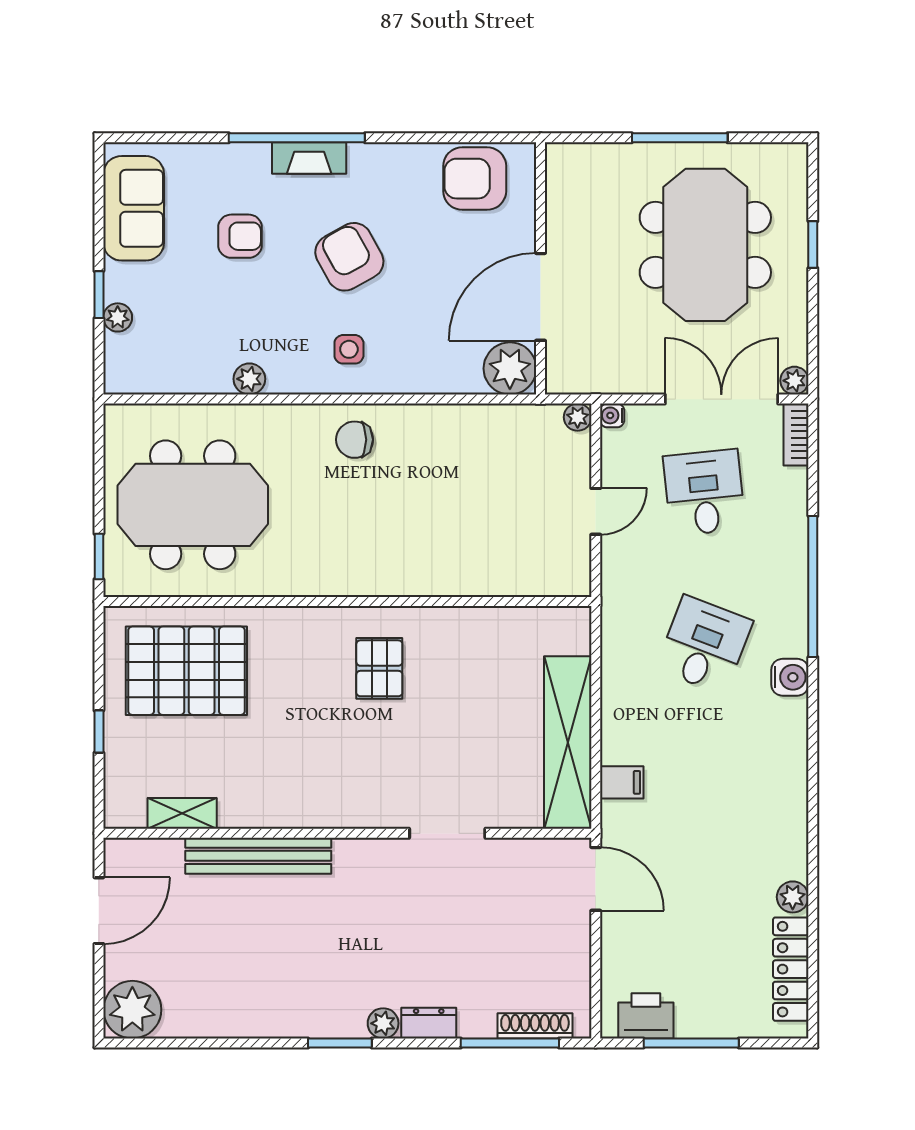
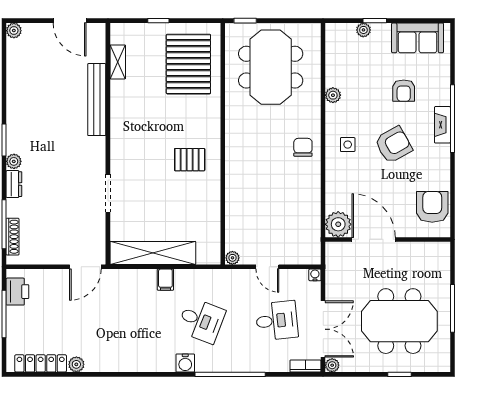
plant: (578, 417) -> (232, 258), moved
filing cabinet: (622, 782) -> (165, 280), moved
plant: (132, 1010) -> (14, 31), width x0.53, depth x0.53

